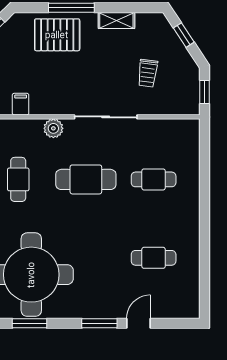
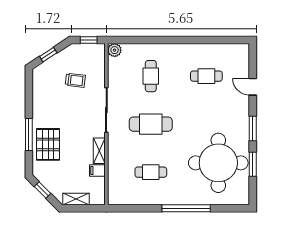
shelving: (116, 21) -> (99, 151), moved
plant: (53, 128) -> (115, 50), moved
cafe table: (86, 179) -> (151, 124), turned 90
cafe table: (154, 258) -> (206, 76), turned 90
window: (99, 323) -> (253, 129), moved

